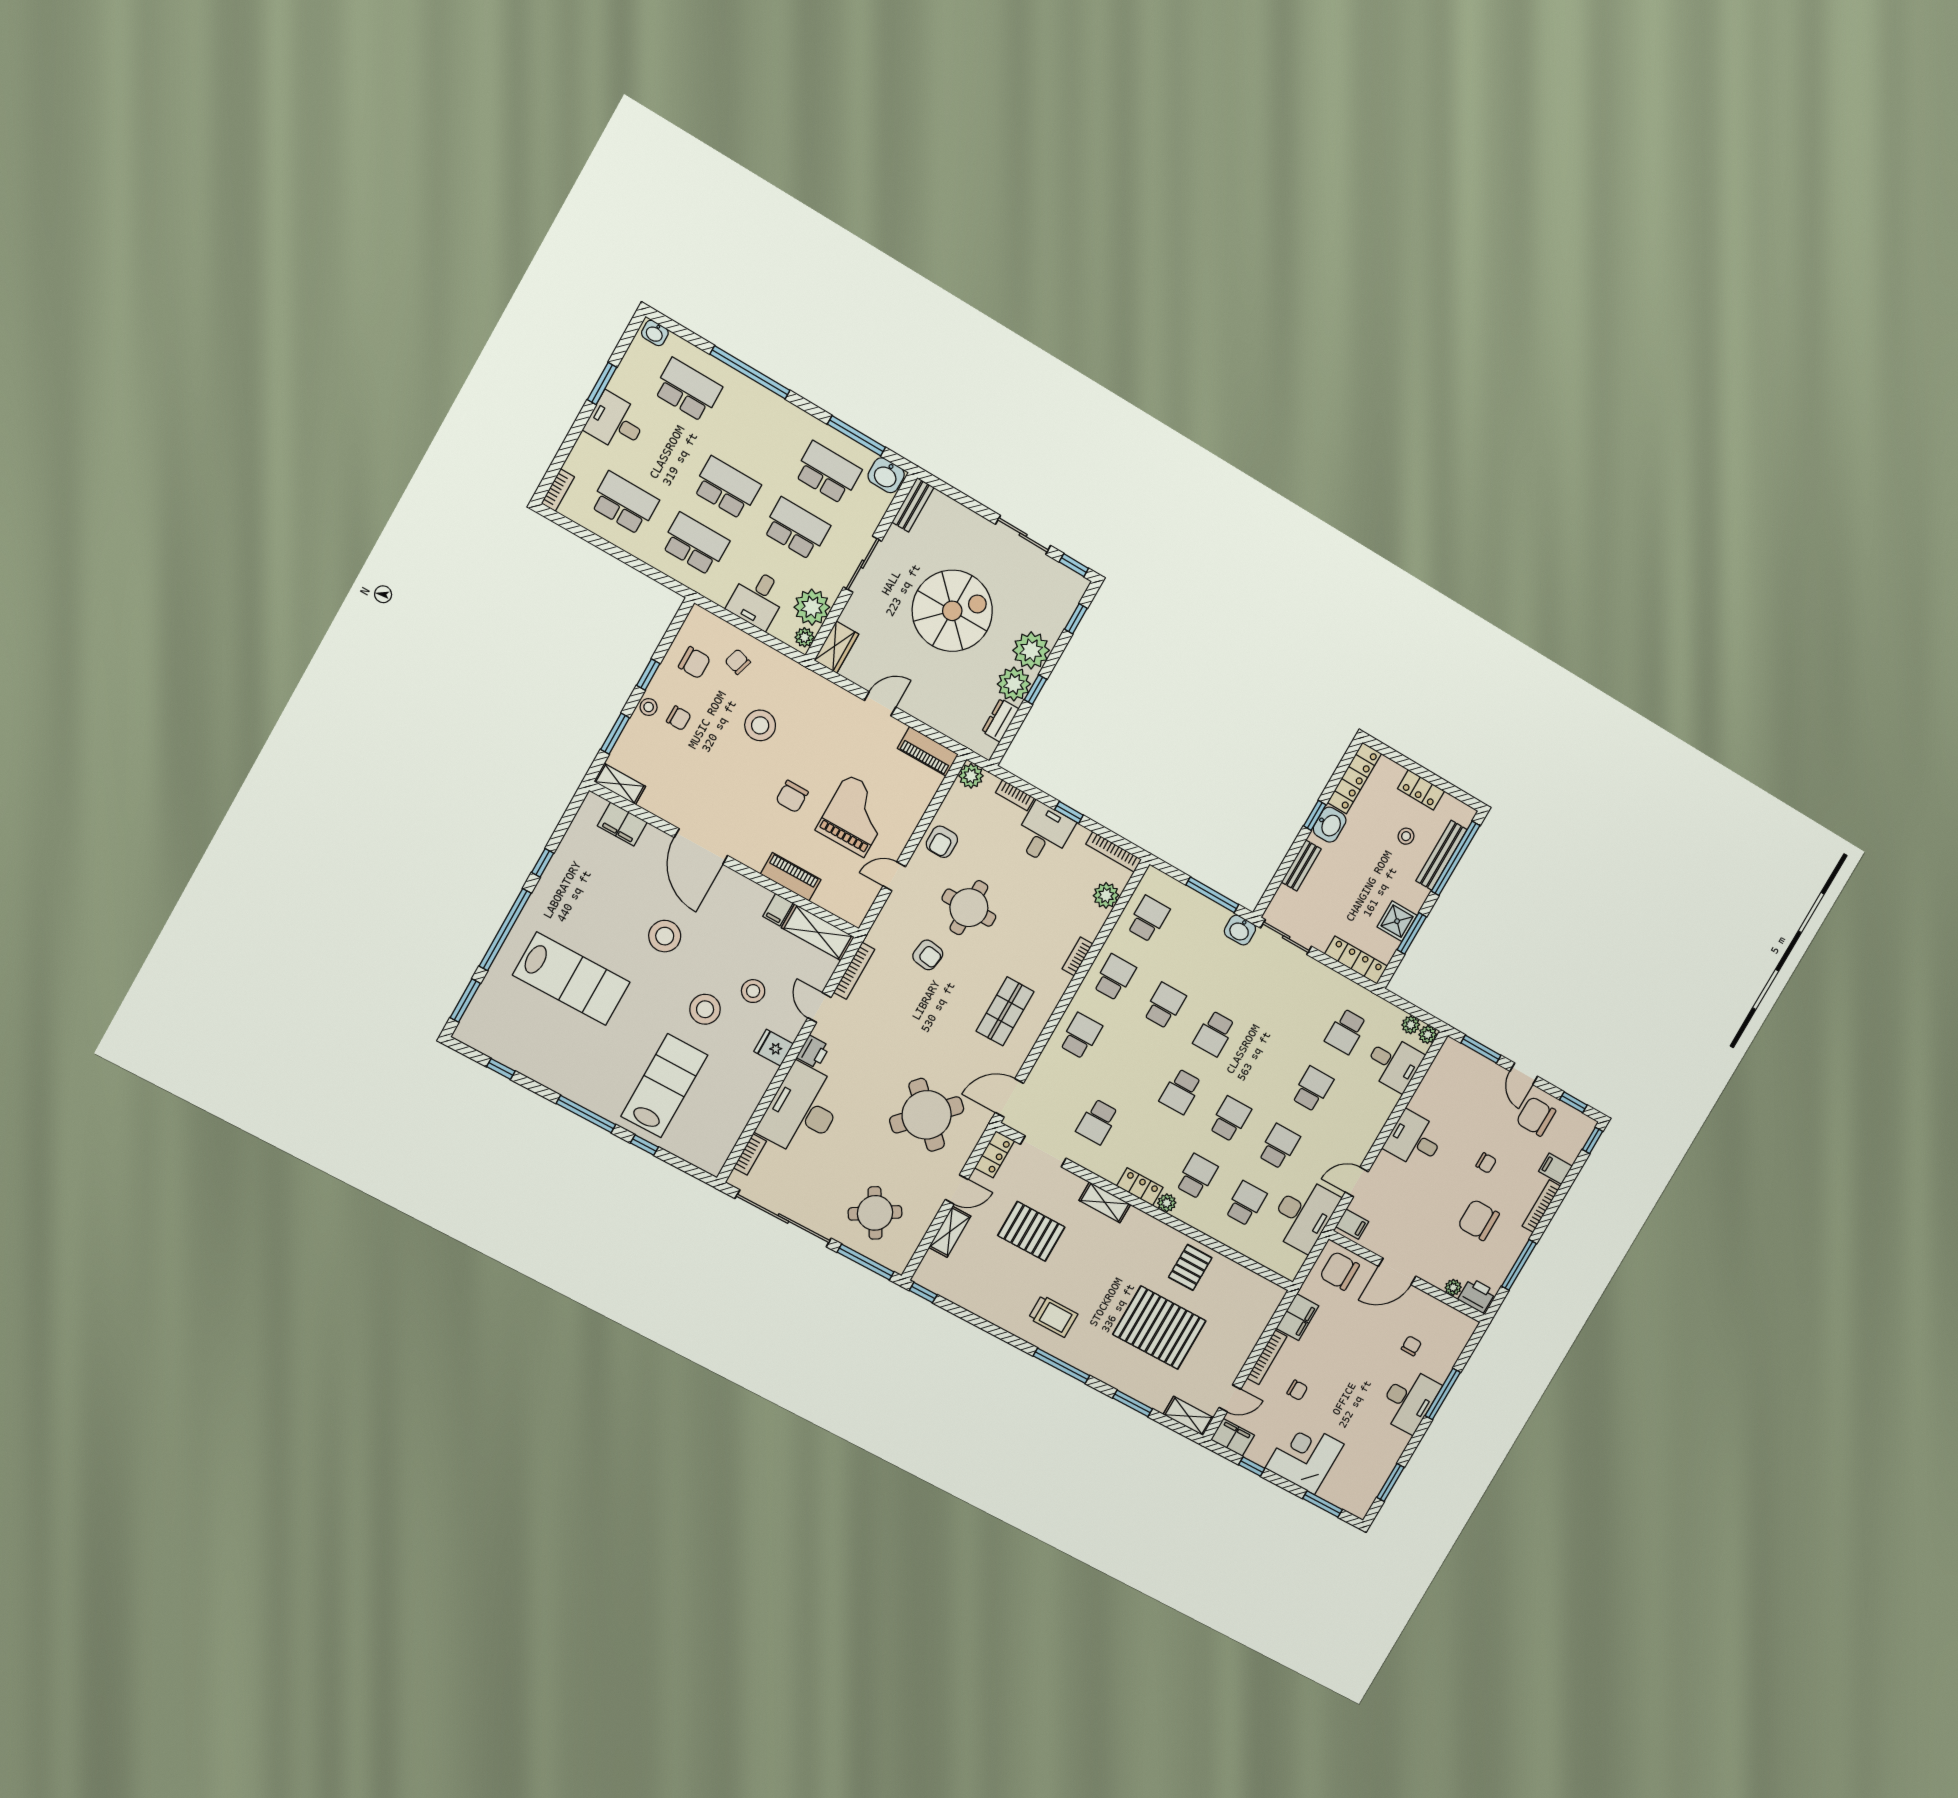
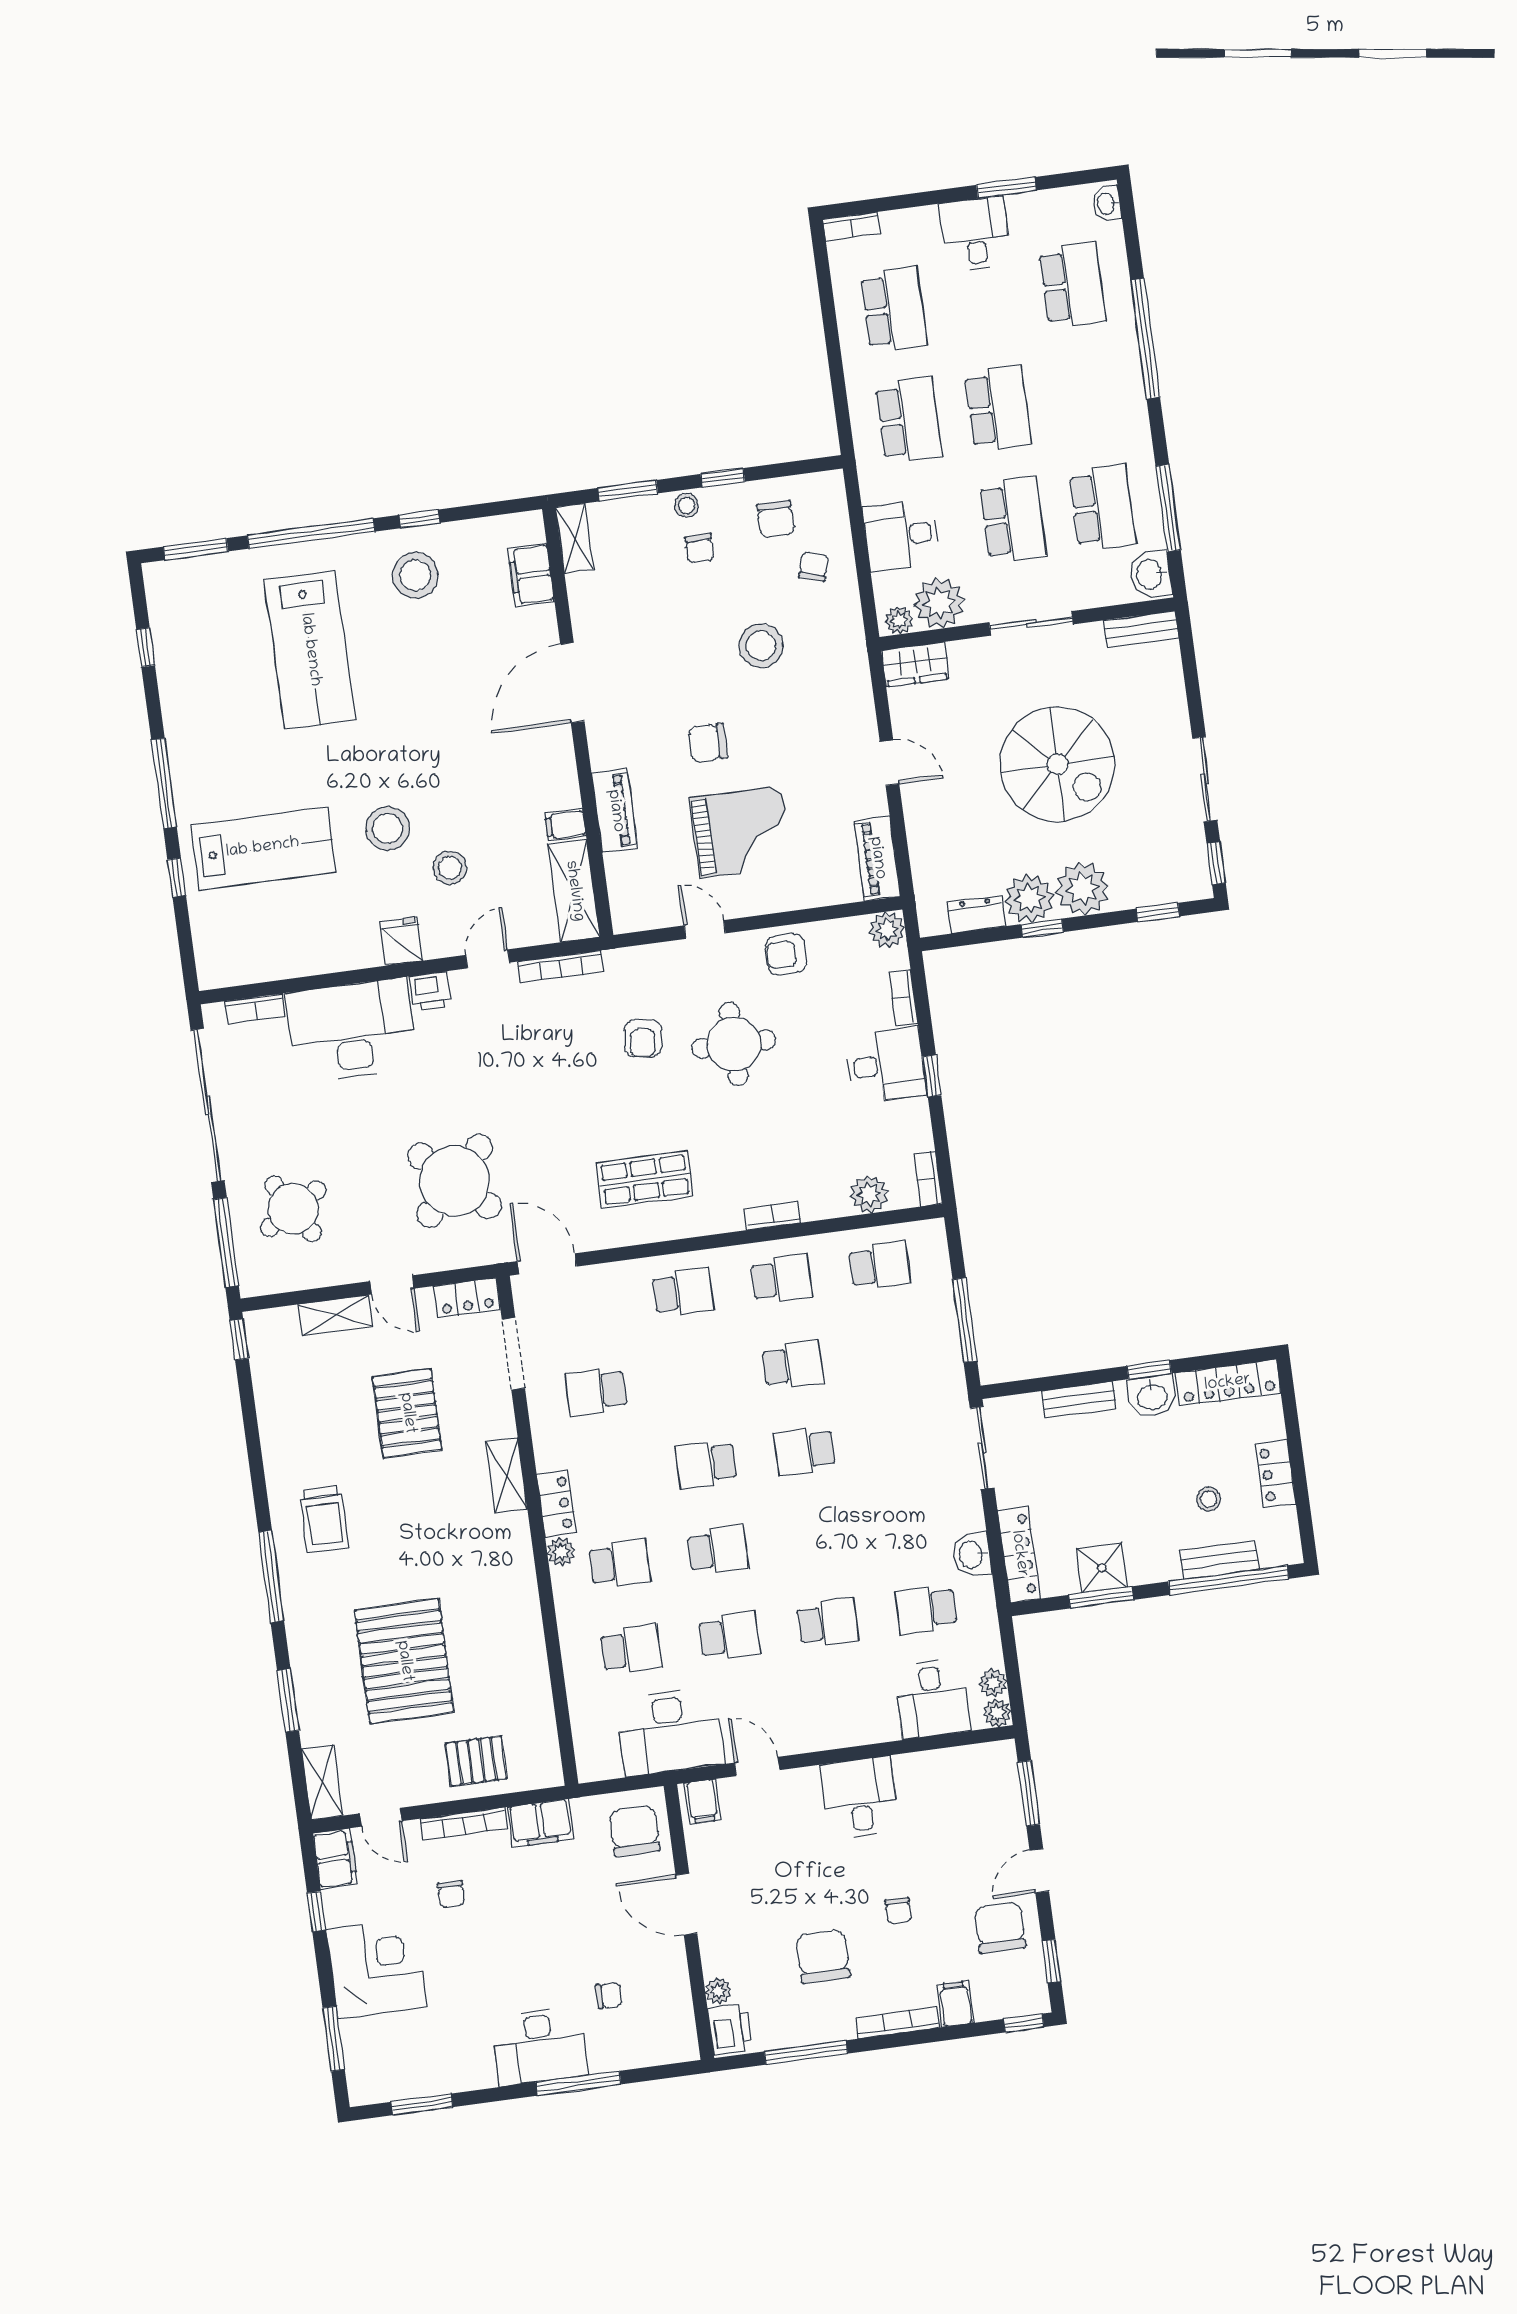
bookcase: (1114, 852) -> (928, 1179), width x0.64
bench: (1441, 855) -> (1219, 1560), width x0.73
washbasin: (1240, 930) -> (972, 1555), moved
stool: (665, 936) -> (415, 575), moved
pallet: (1190, 1267) -> (476, 1761), moved

